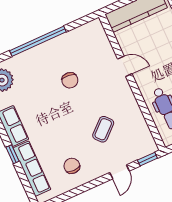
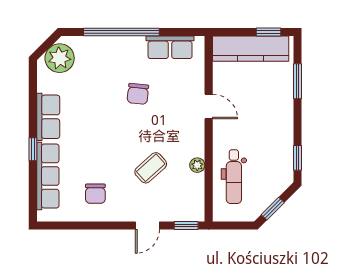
row of seats: (78, 36) -> (170, 47), added
plant: (136, 112) -> (197, 165), added
chair: (72, 166) -> (95, 194), turned 180

